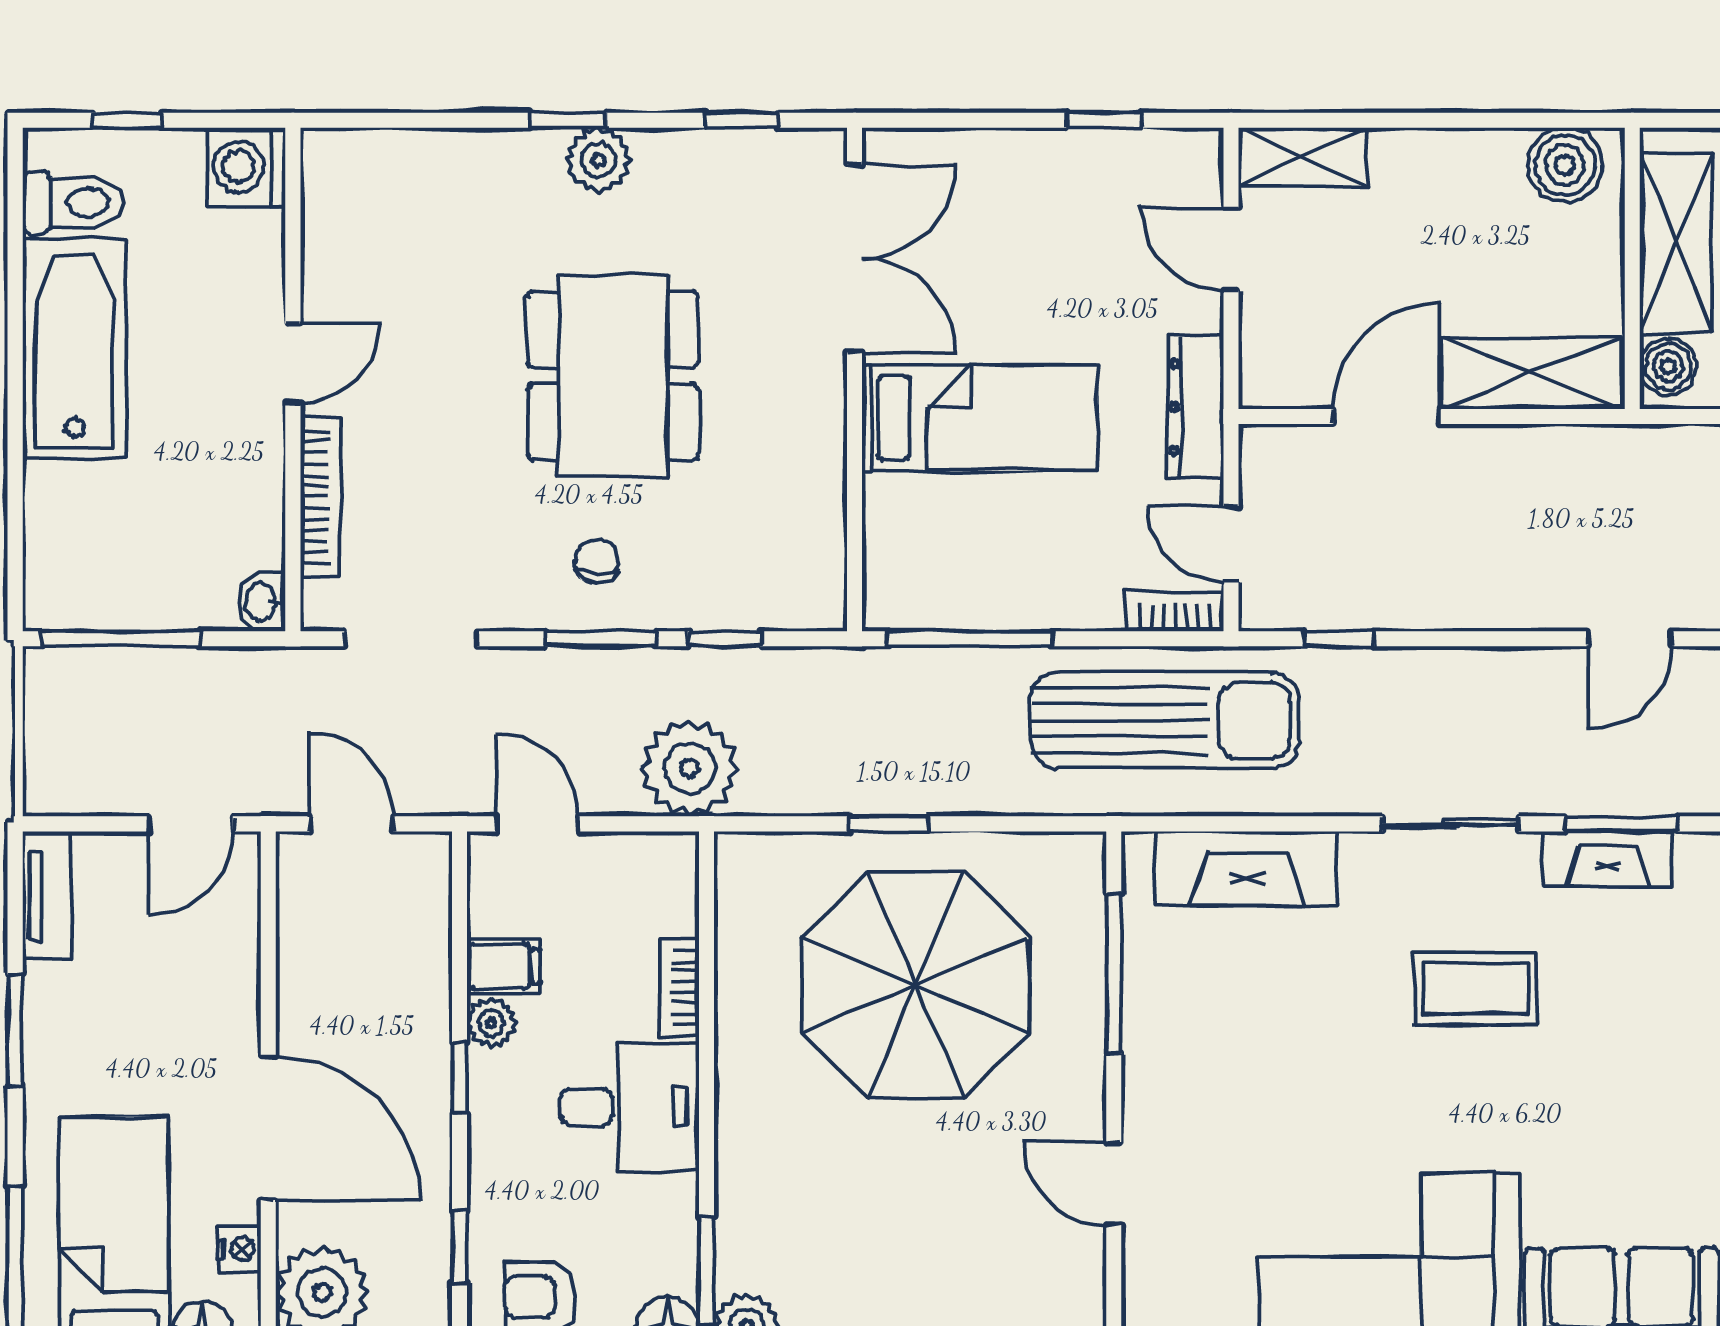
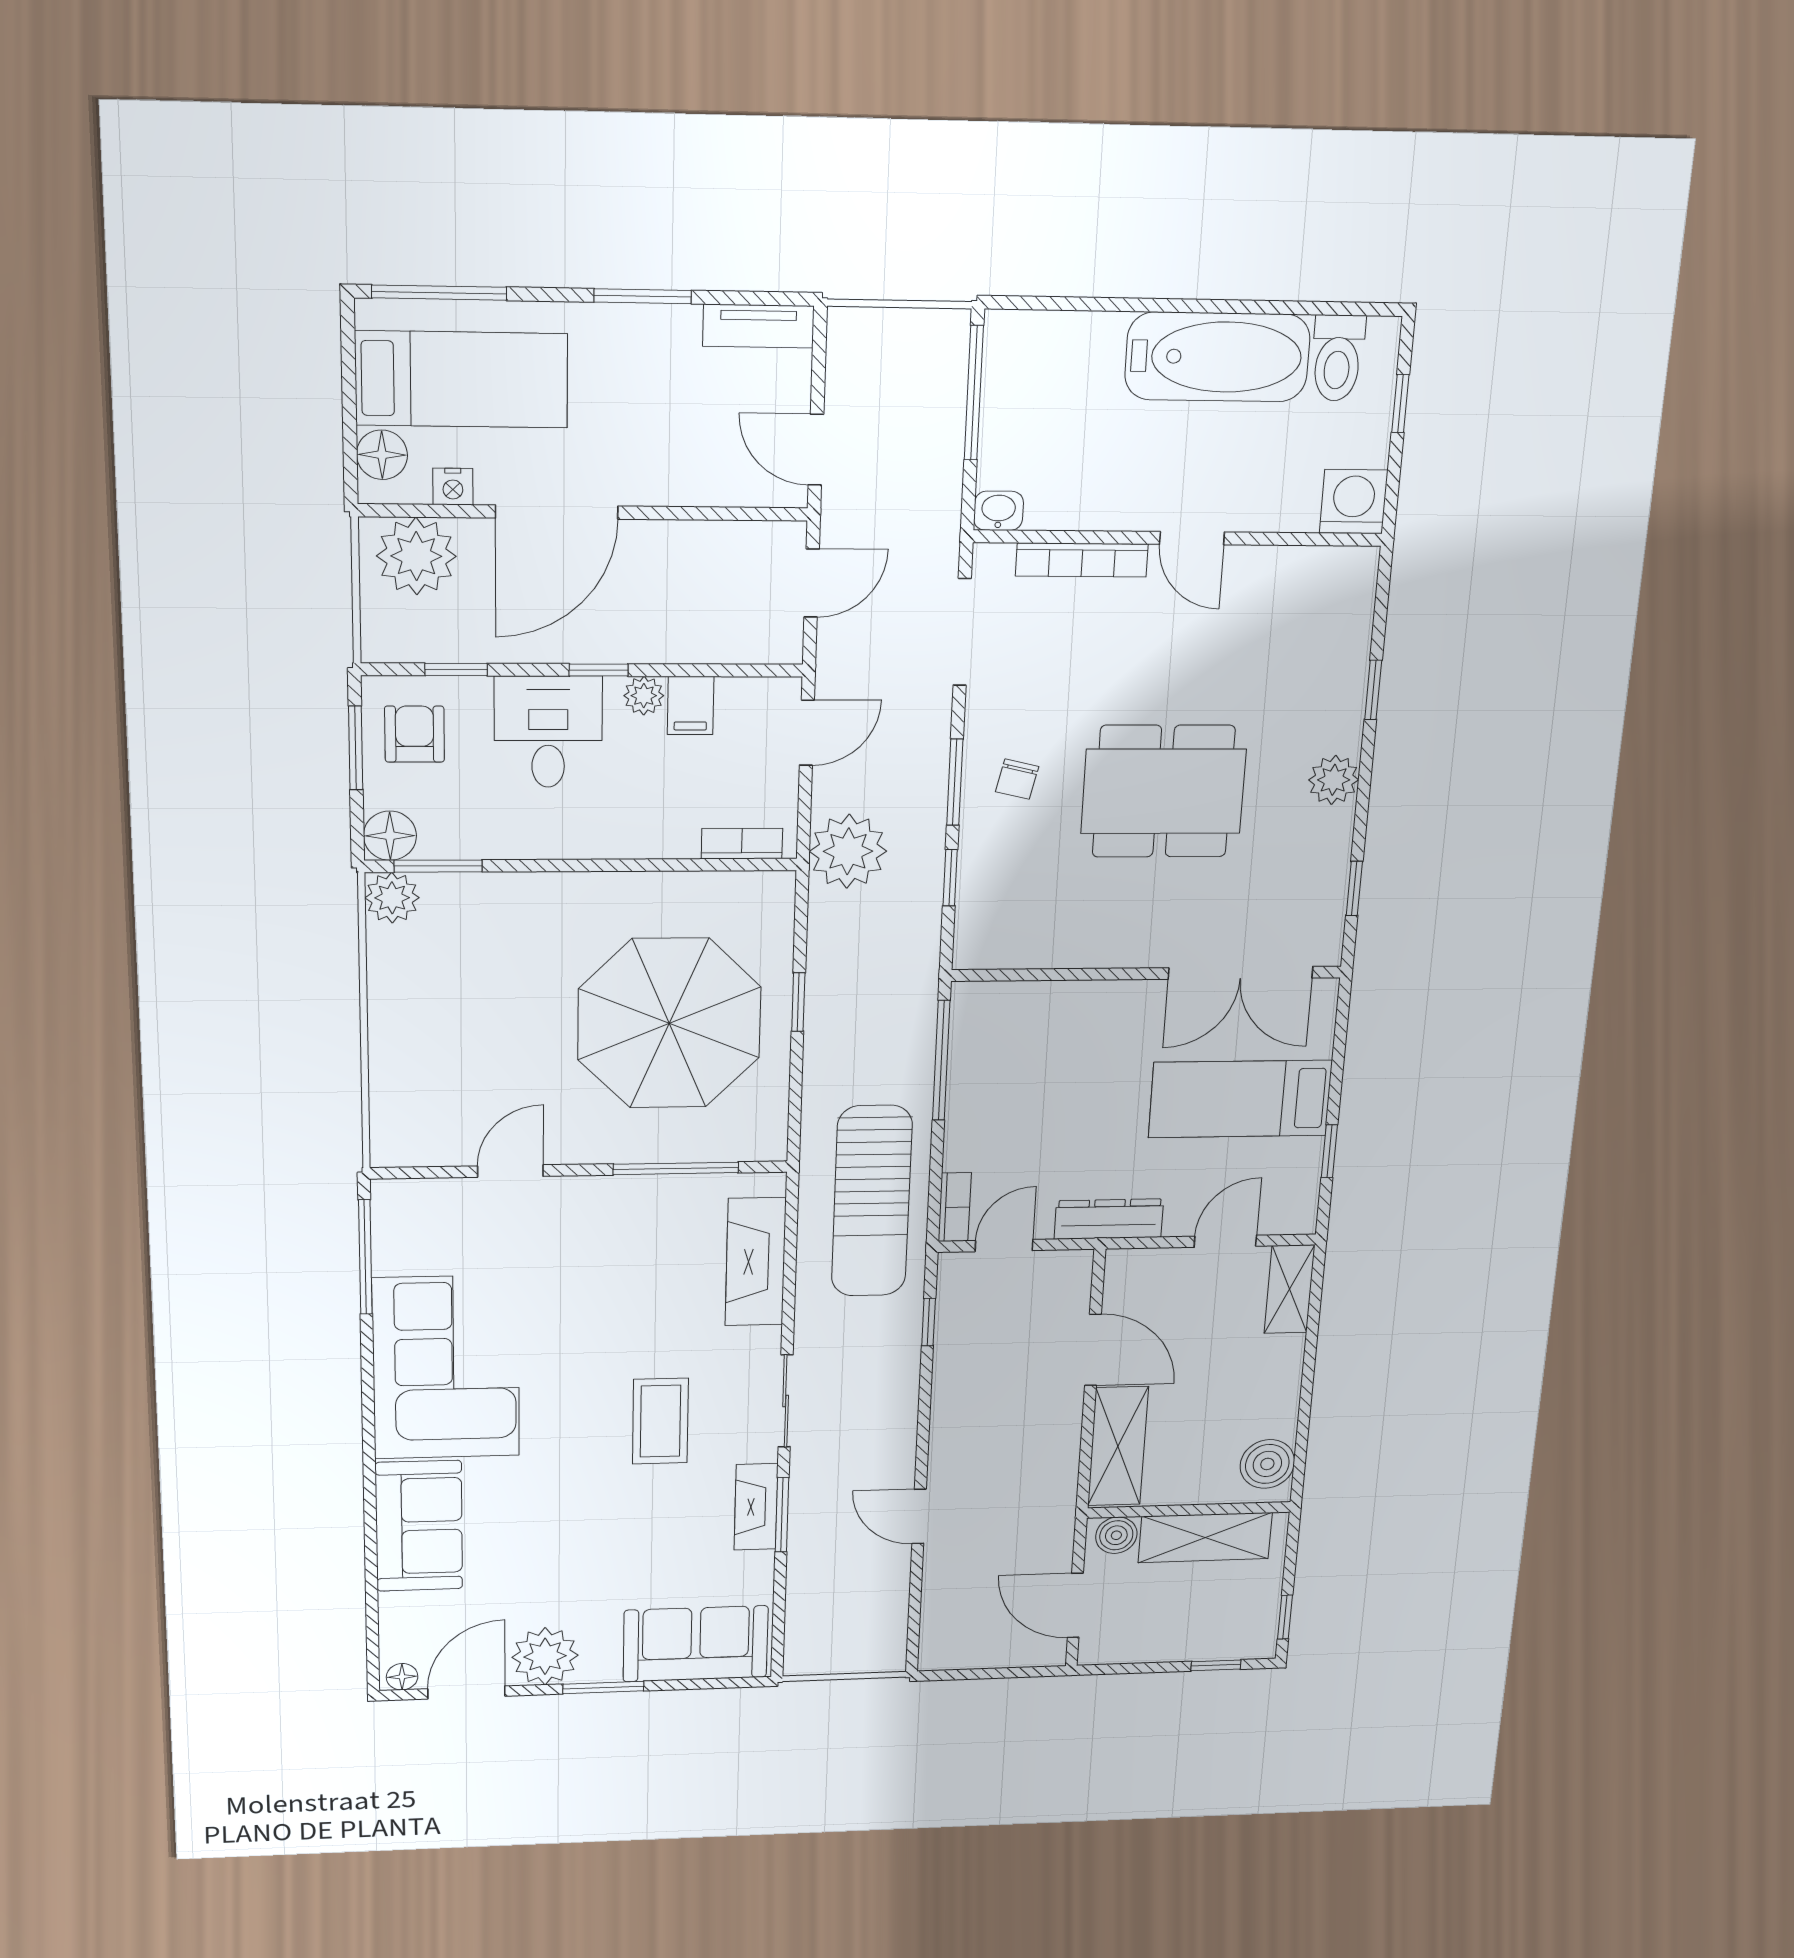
window: (568, 120) -> (1373, 690), moved
bed: (980, 418) -> (1240, 1099), moved, turned 90
chair: (597, 561) -> (1017, 779), turned 103
bookcase: (679, 988) -> (742, 844), moved
desk: (629, 1107) -> (548, 732), moved, turned 180

